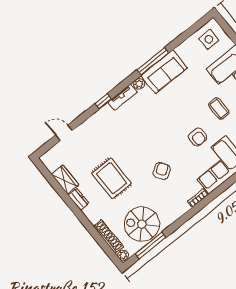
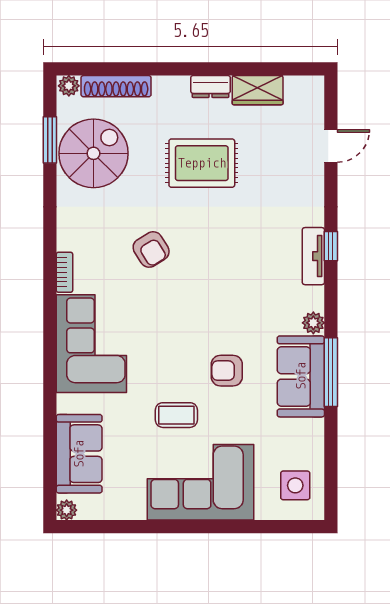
tv unit: (123, 97) -> (313, 256), moved
armchair: (198, 137) -> (227, 371), moved
window: (150, 246) -> (50, 140), width x0.69

